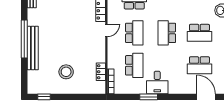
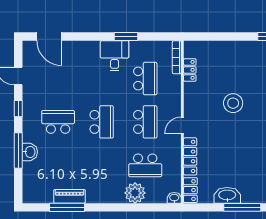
school desk: (134, 33) -> (145, 122), turned 180
school desk: (134, 65) -> (145, 79), turned 180
school desk: (199, 65) -> (58, 79), removed
stool: (66, 72) -> (233, 103), moved

